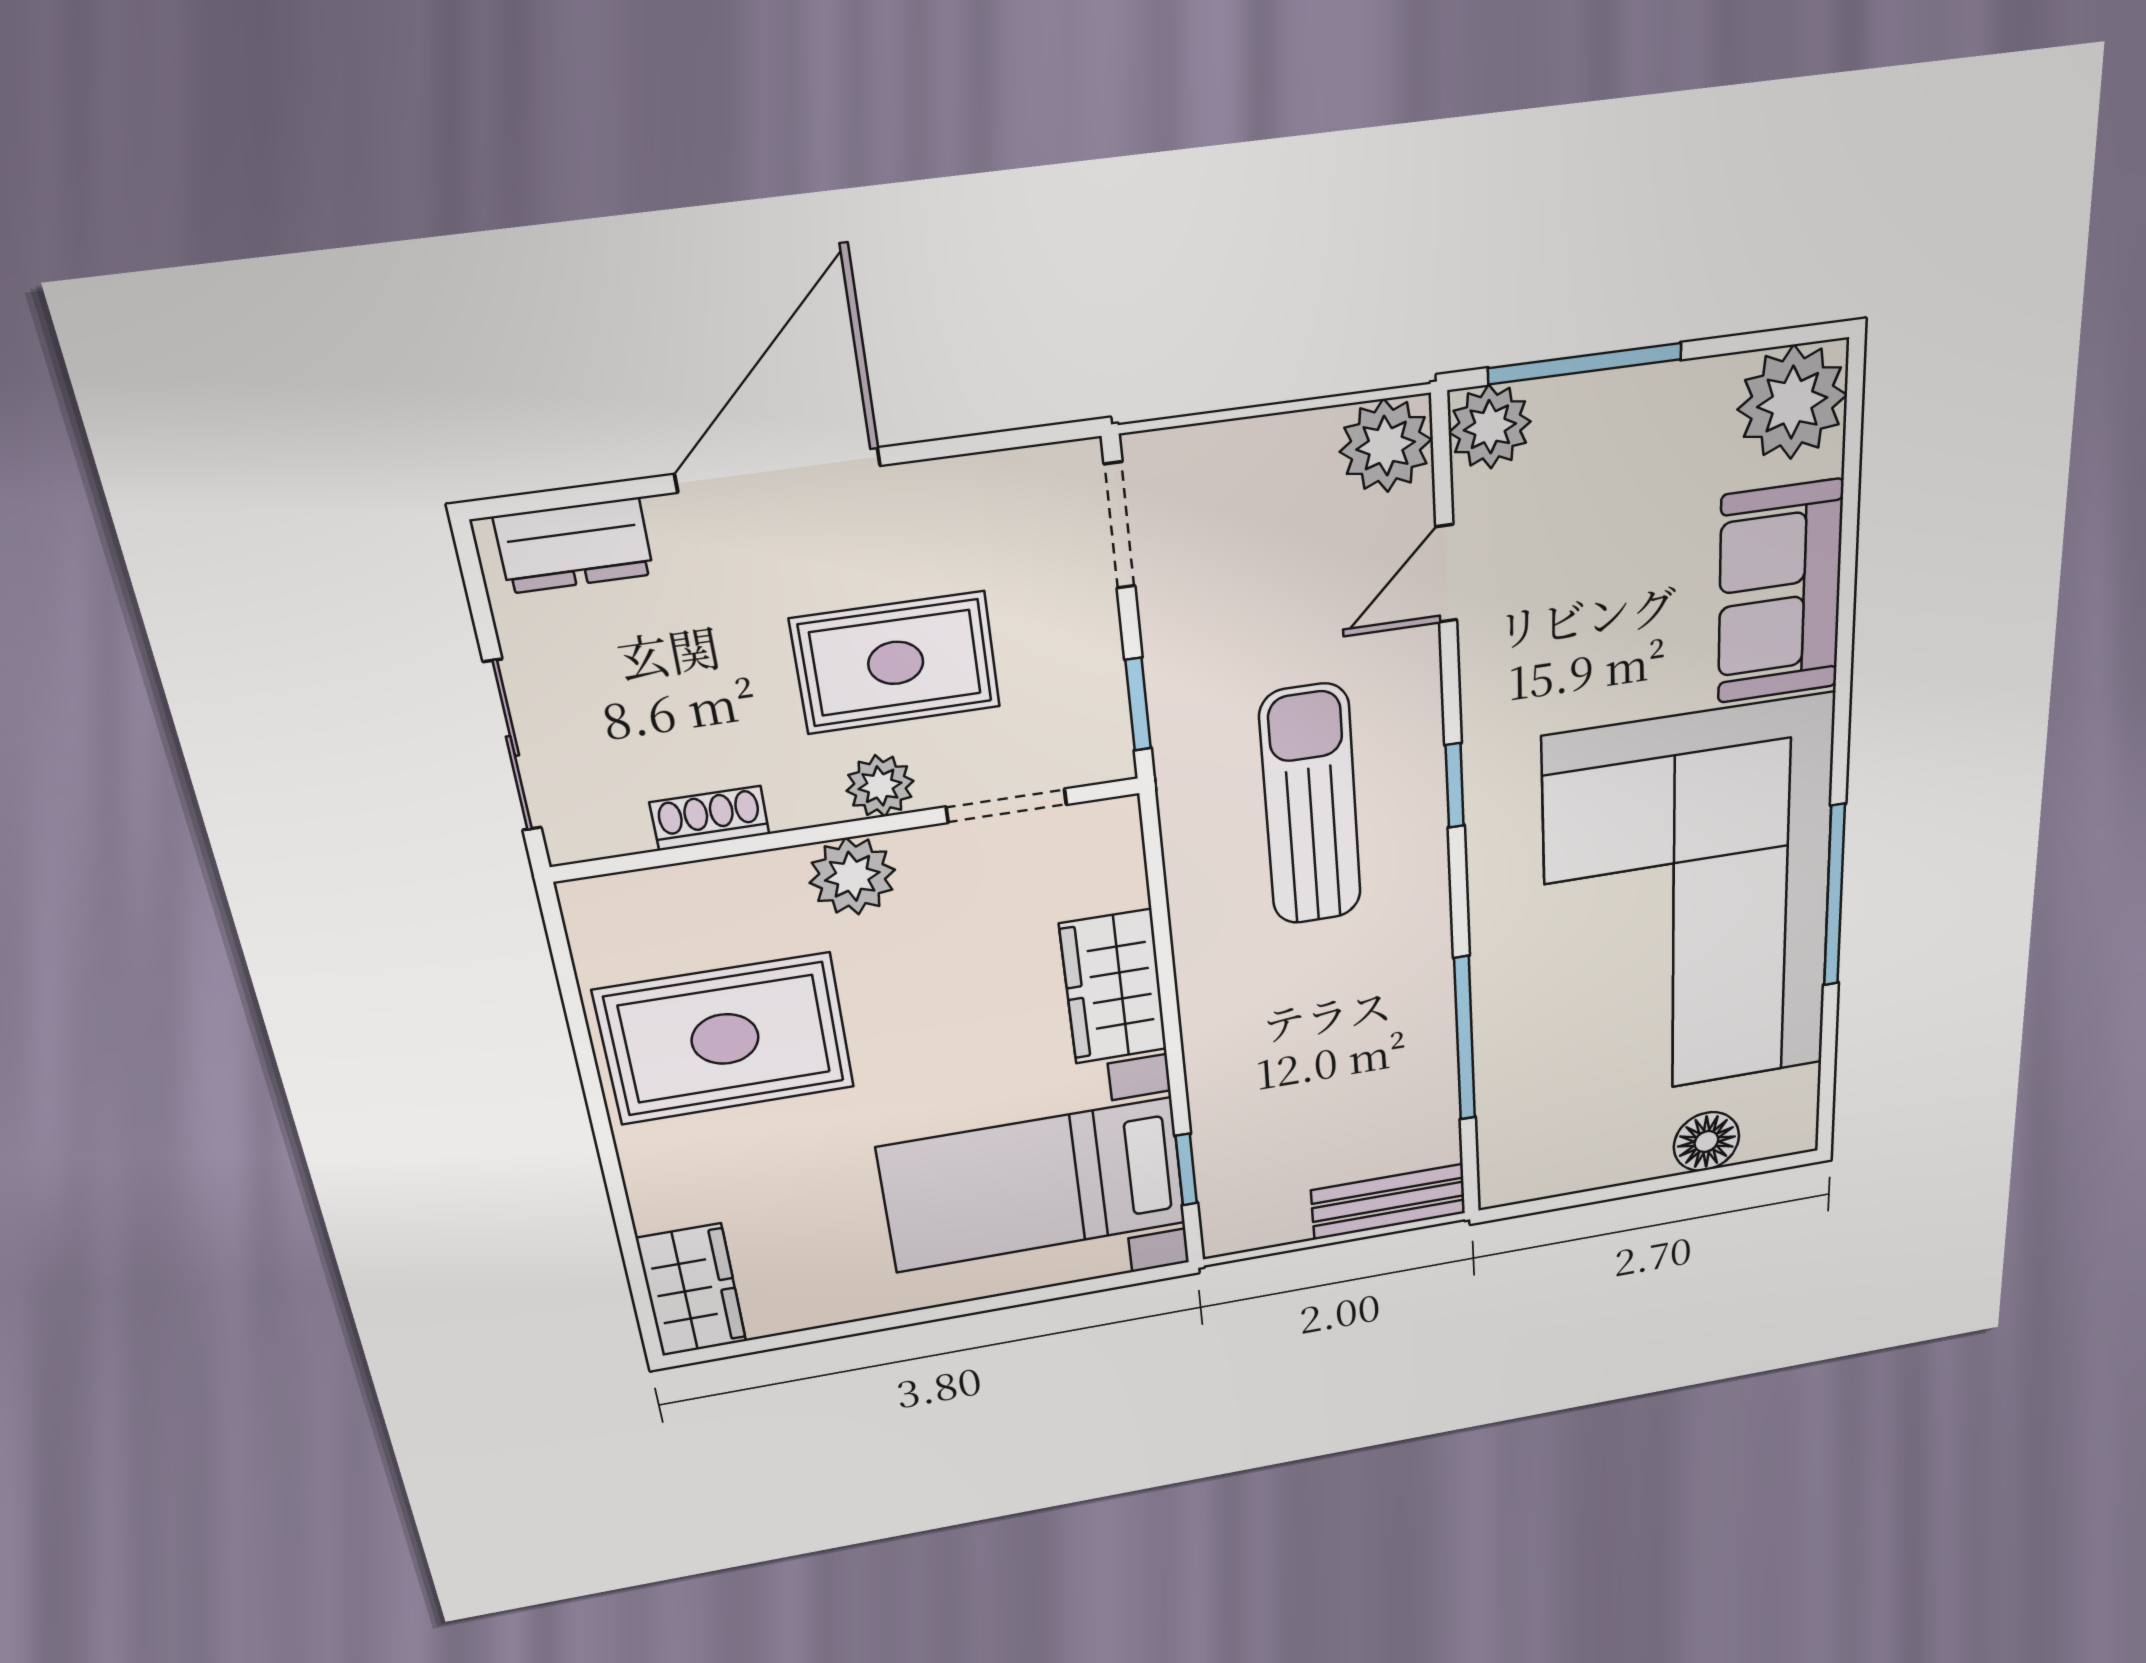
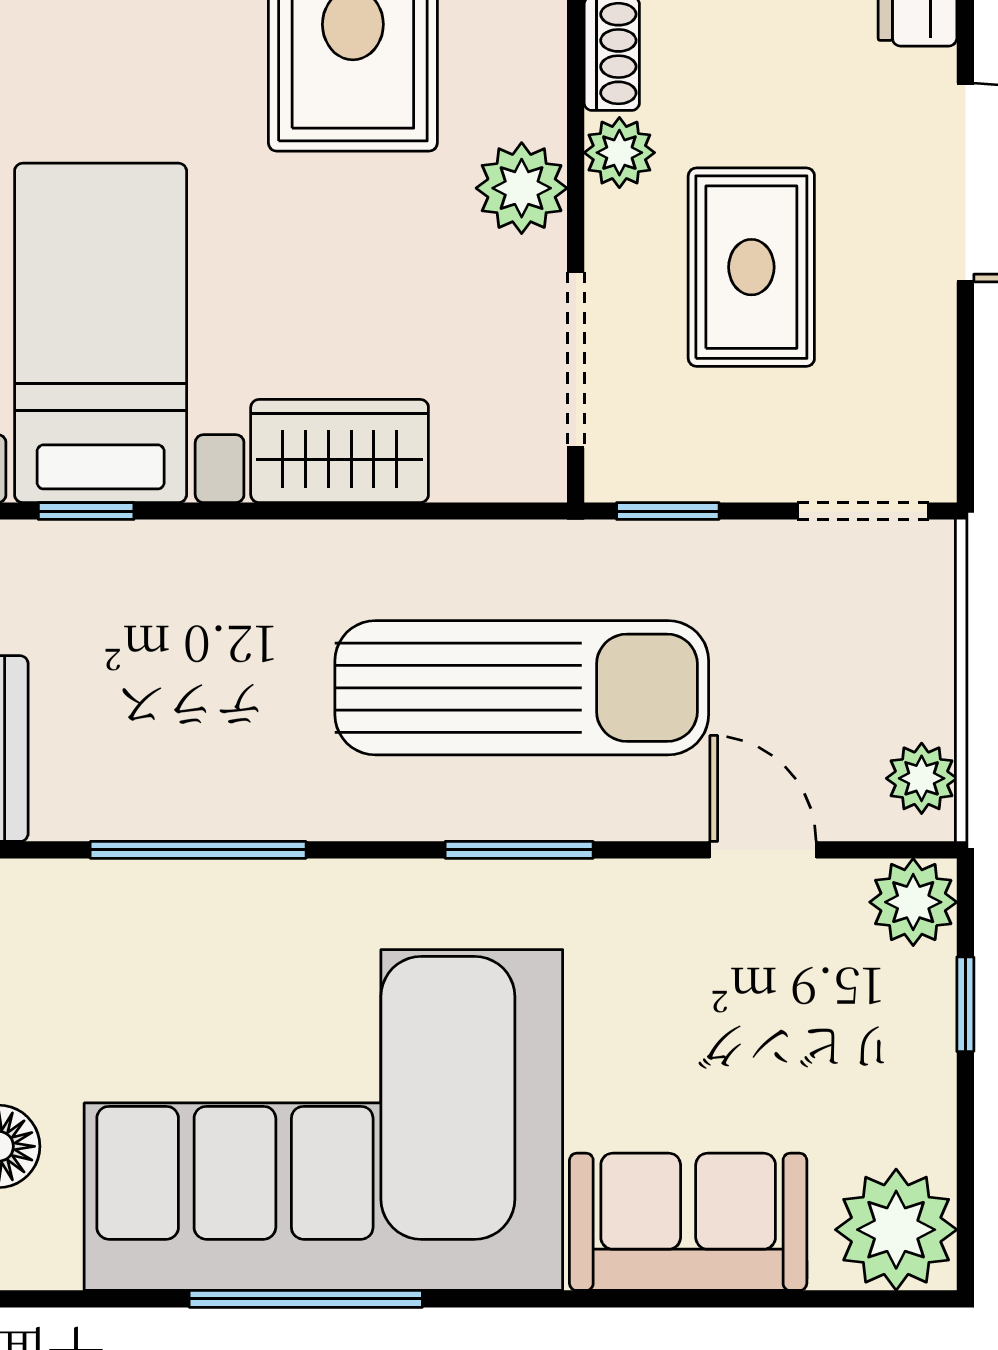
window: (1585, 364) -> (965, 1004), width x0.46
plant: (1386, 446) -> (922, 778), width x0.73, depth x0.73
plant: (880, 786) -> (619, 153), moved
window: (1455, 786) -> (519, 850), width x1.50
doorway: (1006, 806) -> (576, 360), width x1.38
sun lounger: (1311, 806) -> (522, 688), width x1.36, depth x1.34

